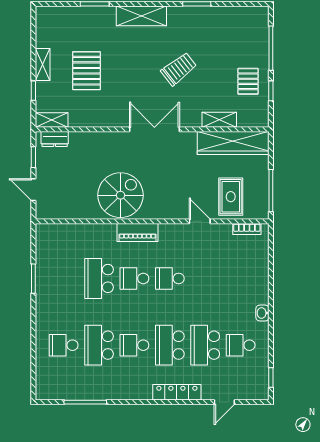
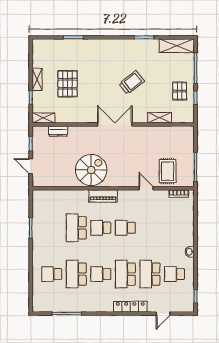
shelving: (141, 16) -> (177, 46), moved
dresser: (55, 139) -> (58, 131), moved
wardrobe: (233, 143) -> (169, 134), removed

